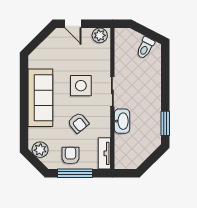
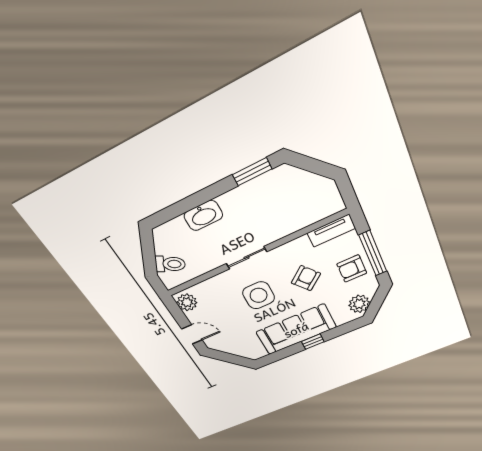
door: (73, 24) -> (192, 334), hinge flipped
toilet: (145, 48) -> (170, 264), moved
window: (24, 105) -> (313, 342), added
washbasin: (122, 121) -> (203, 216), moved, turned 180

